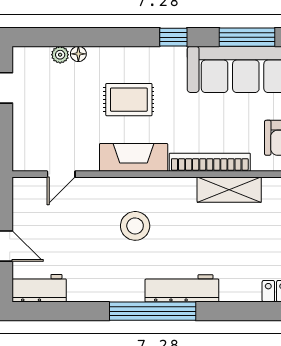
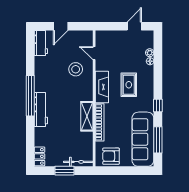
shelving: (229, 190) -> (87, 116), moved
stool: (135, 226) -> (76, 69), moved

